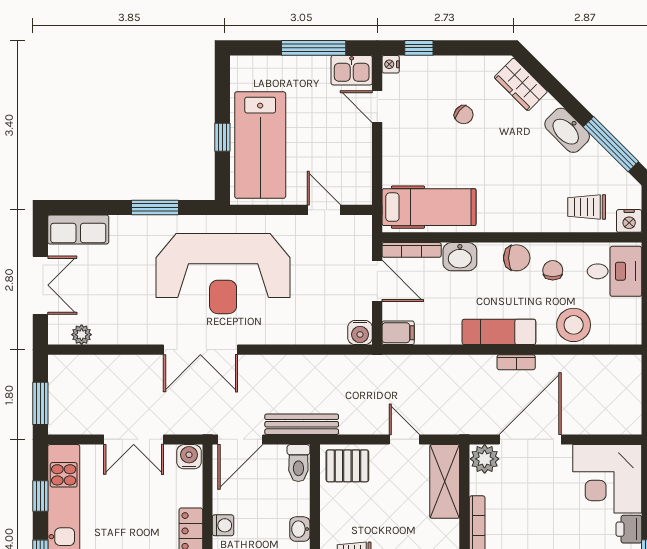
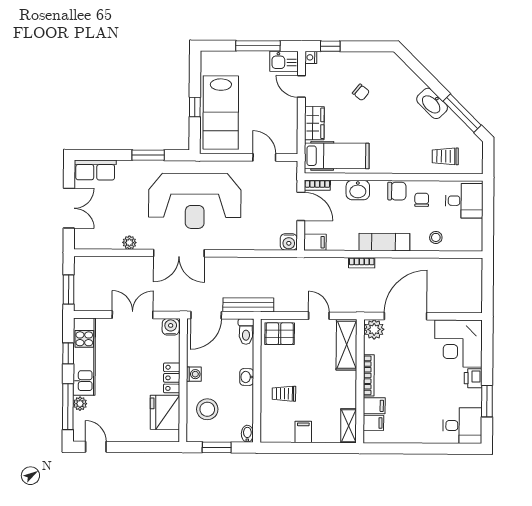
wardrobe: (521, 84) -> (314, 123), moved, turned -135
nightstand: (629, 221) -> (474, 166), removed
bookcase: (412, 250) -> (317, 185), width x0.64
stool: (574, 325) -> (436, 237), width x0.53, depth x0.53
plant: (82, 335) -> (129, 243), moved
bookcase: (516, 362) -> (362, 263), moved
double door: (134, 439) -> (133, 315), swing flipped

